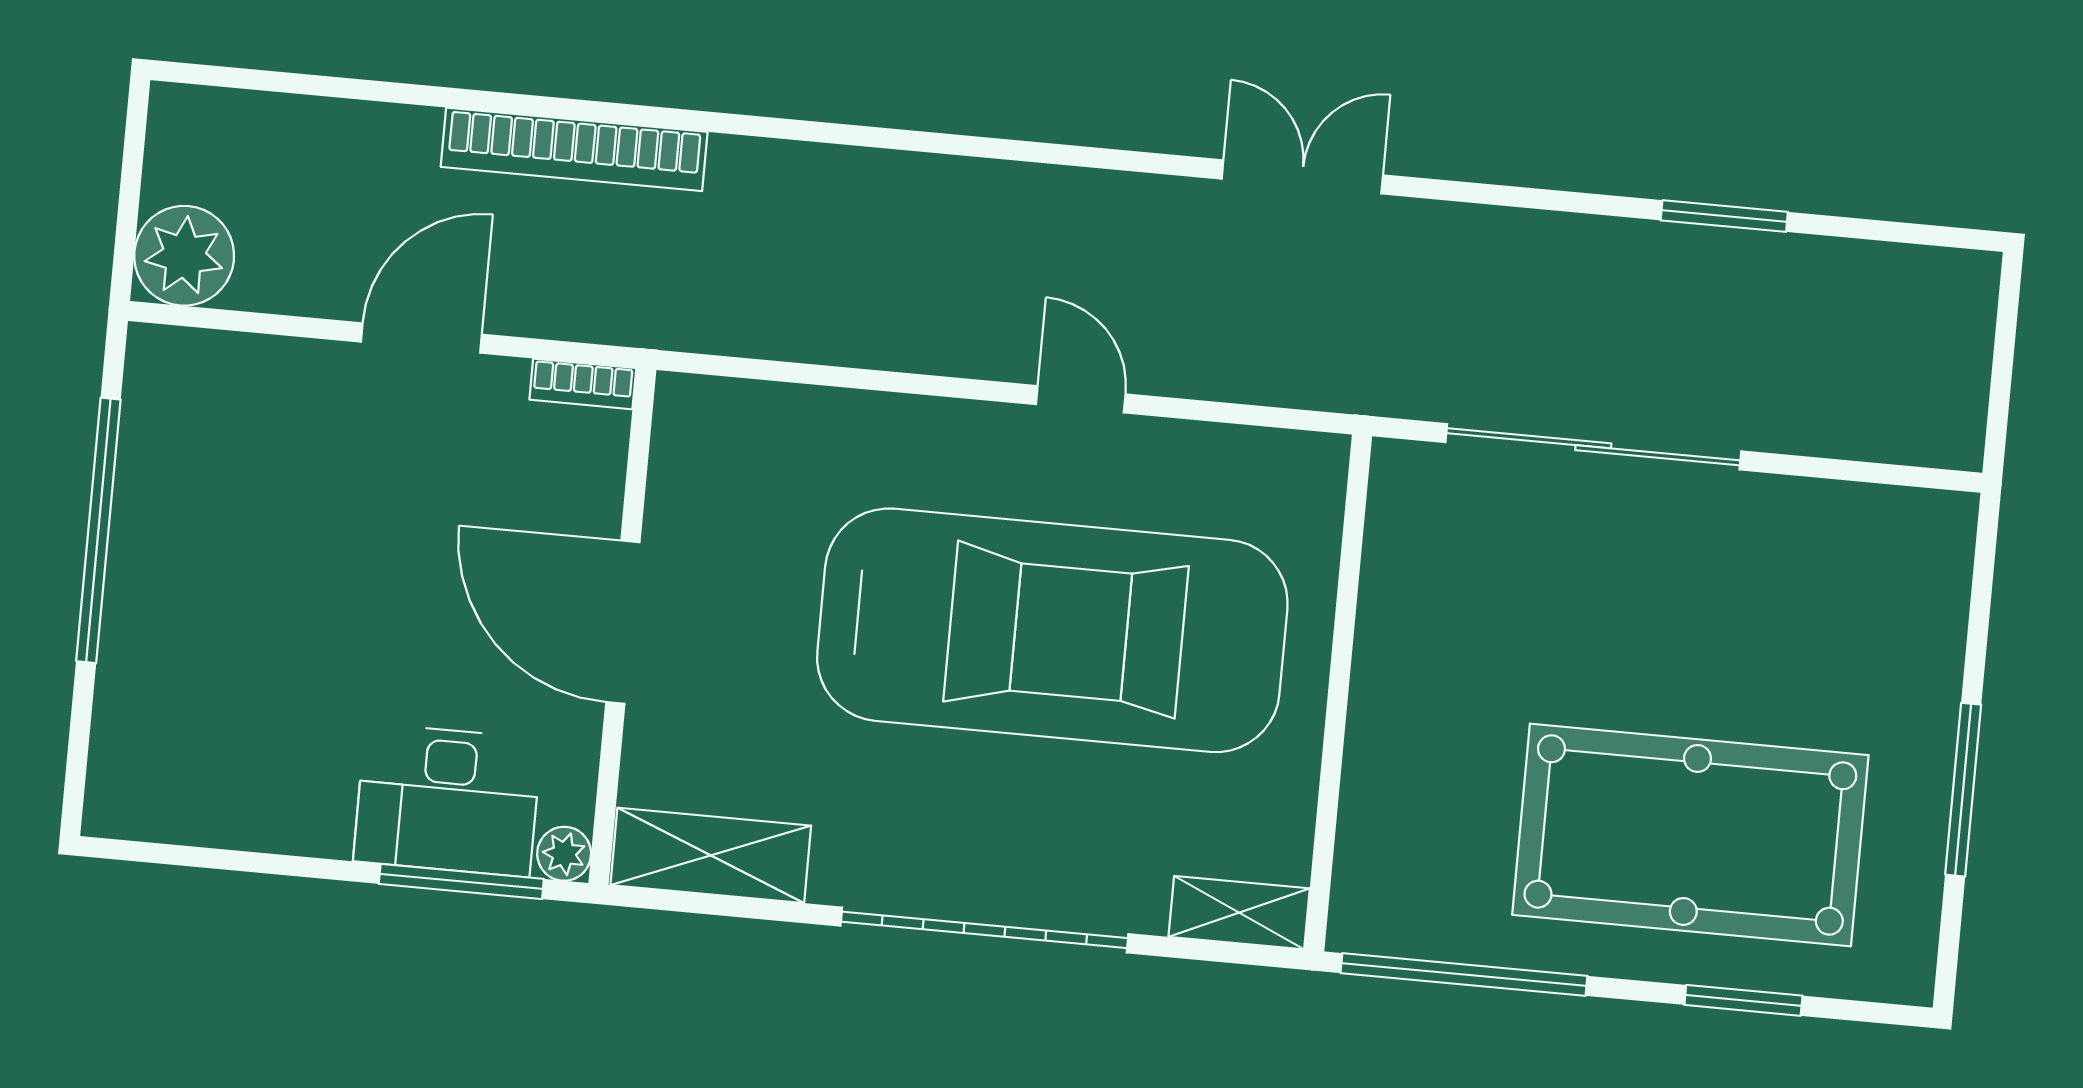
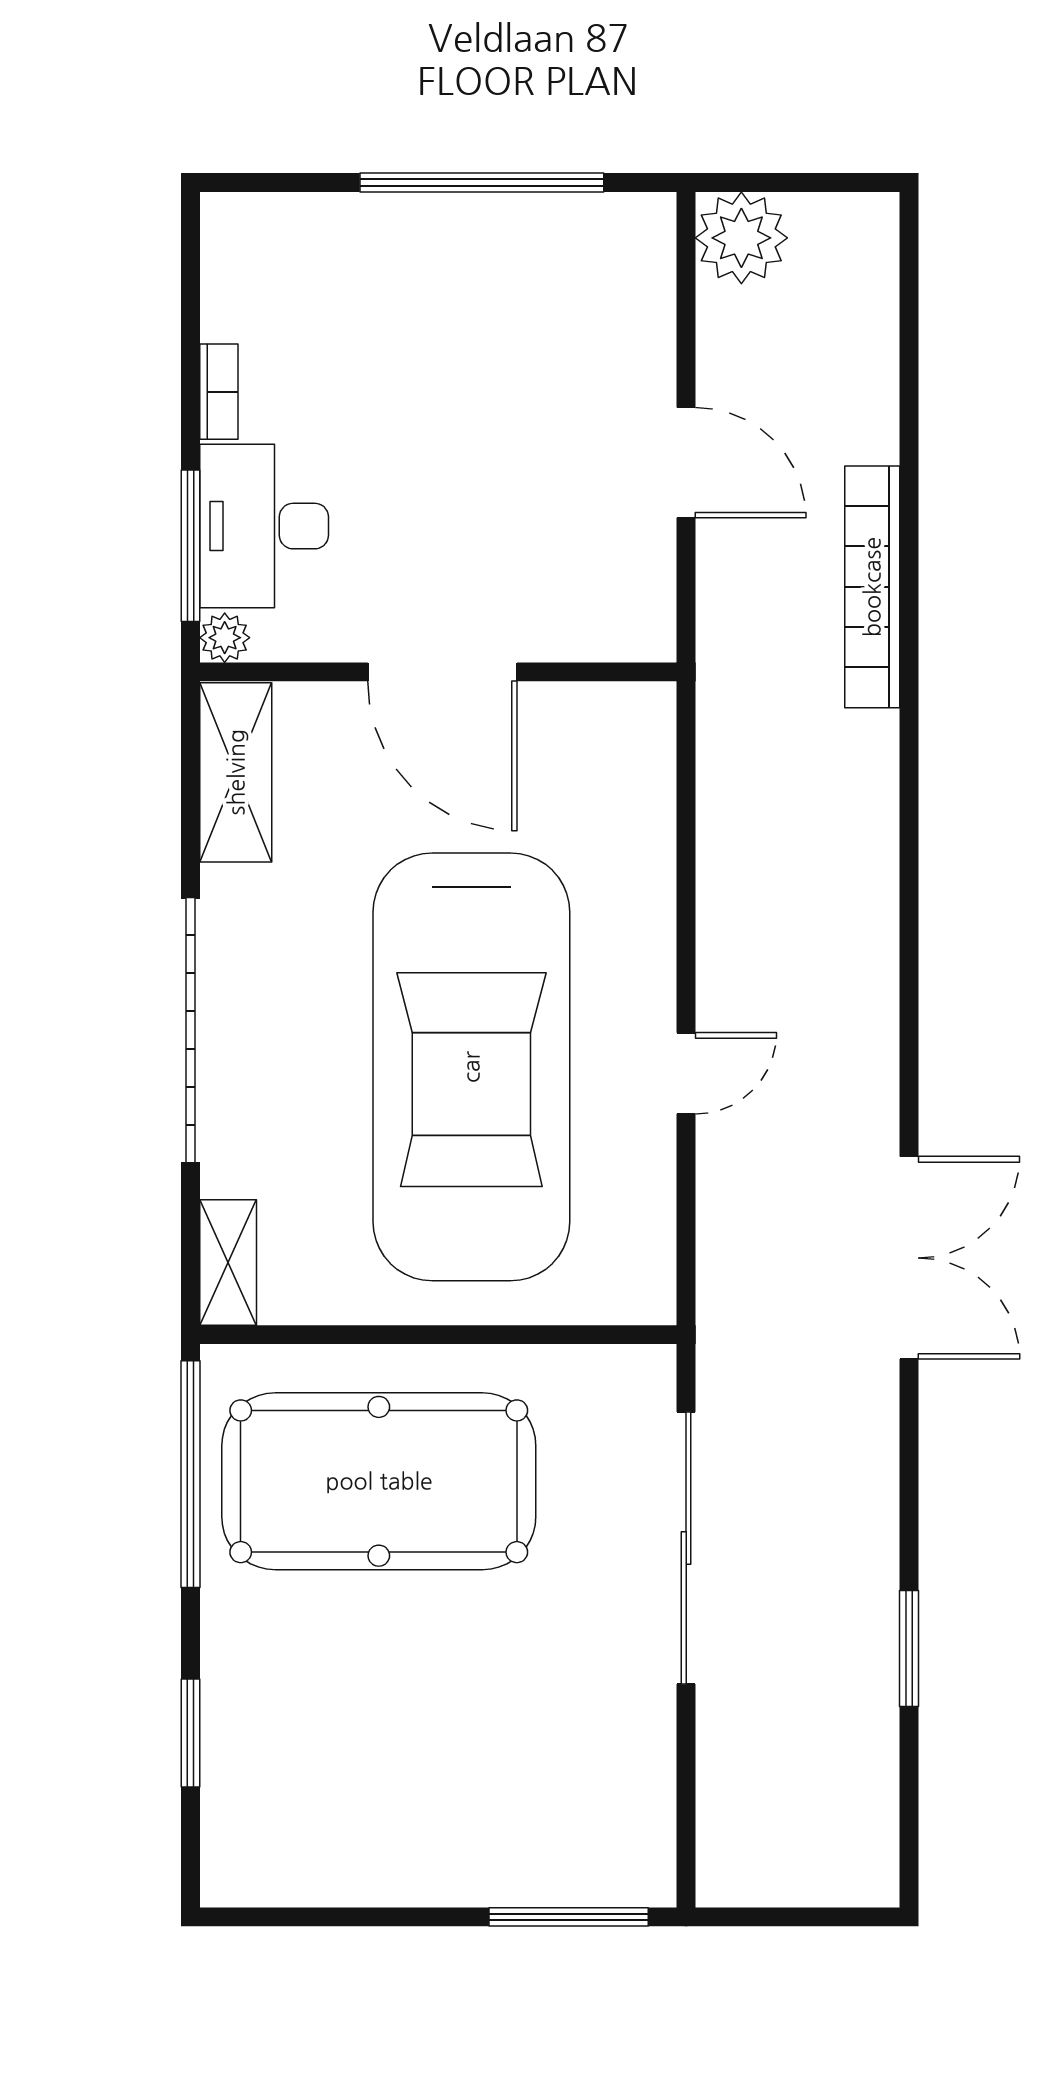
double door: (1302, 177) -> (909, 1258), width x1.37
bookcase: (583, 384) -> (219, 392), moved, turned 180
door: (623, 622) -> (442, 672), swing flipped
window: (1963, 790) -> (569, 1917), moved
pool table: (1690, 835) -> (379, 1481), moved, turned 90

